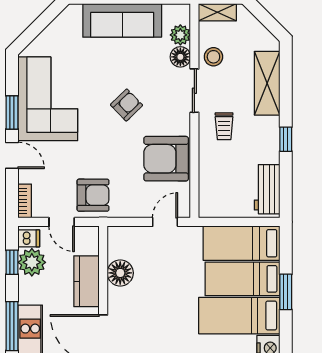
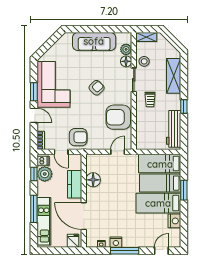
workbench: (267, 189) -> (174, 129), width x1.38

